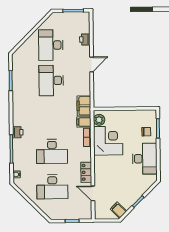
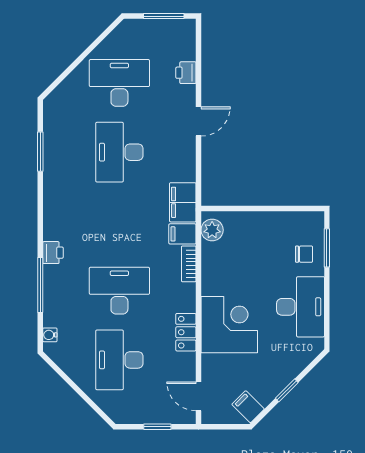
desk: (51, 45) -> (119, 83), turned 90
corner desk: (108, 141) -> (229, 325), moved
desk: (52, 151) -> (119, 291), turned 180
desk: (52, 187) -> (119, 360), turned 90
door: (93, 193) -> (199, 396), moved

